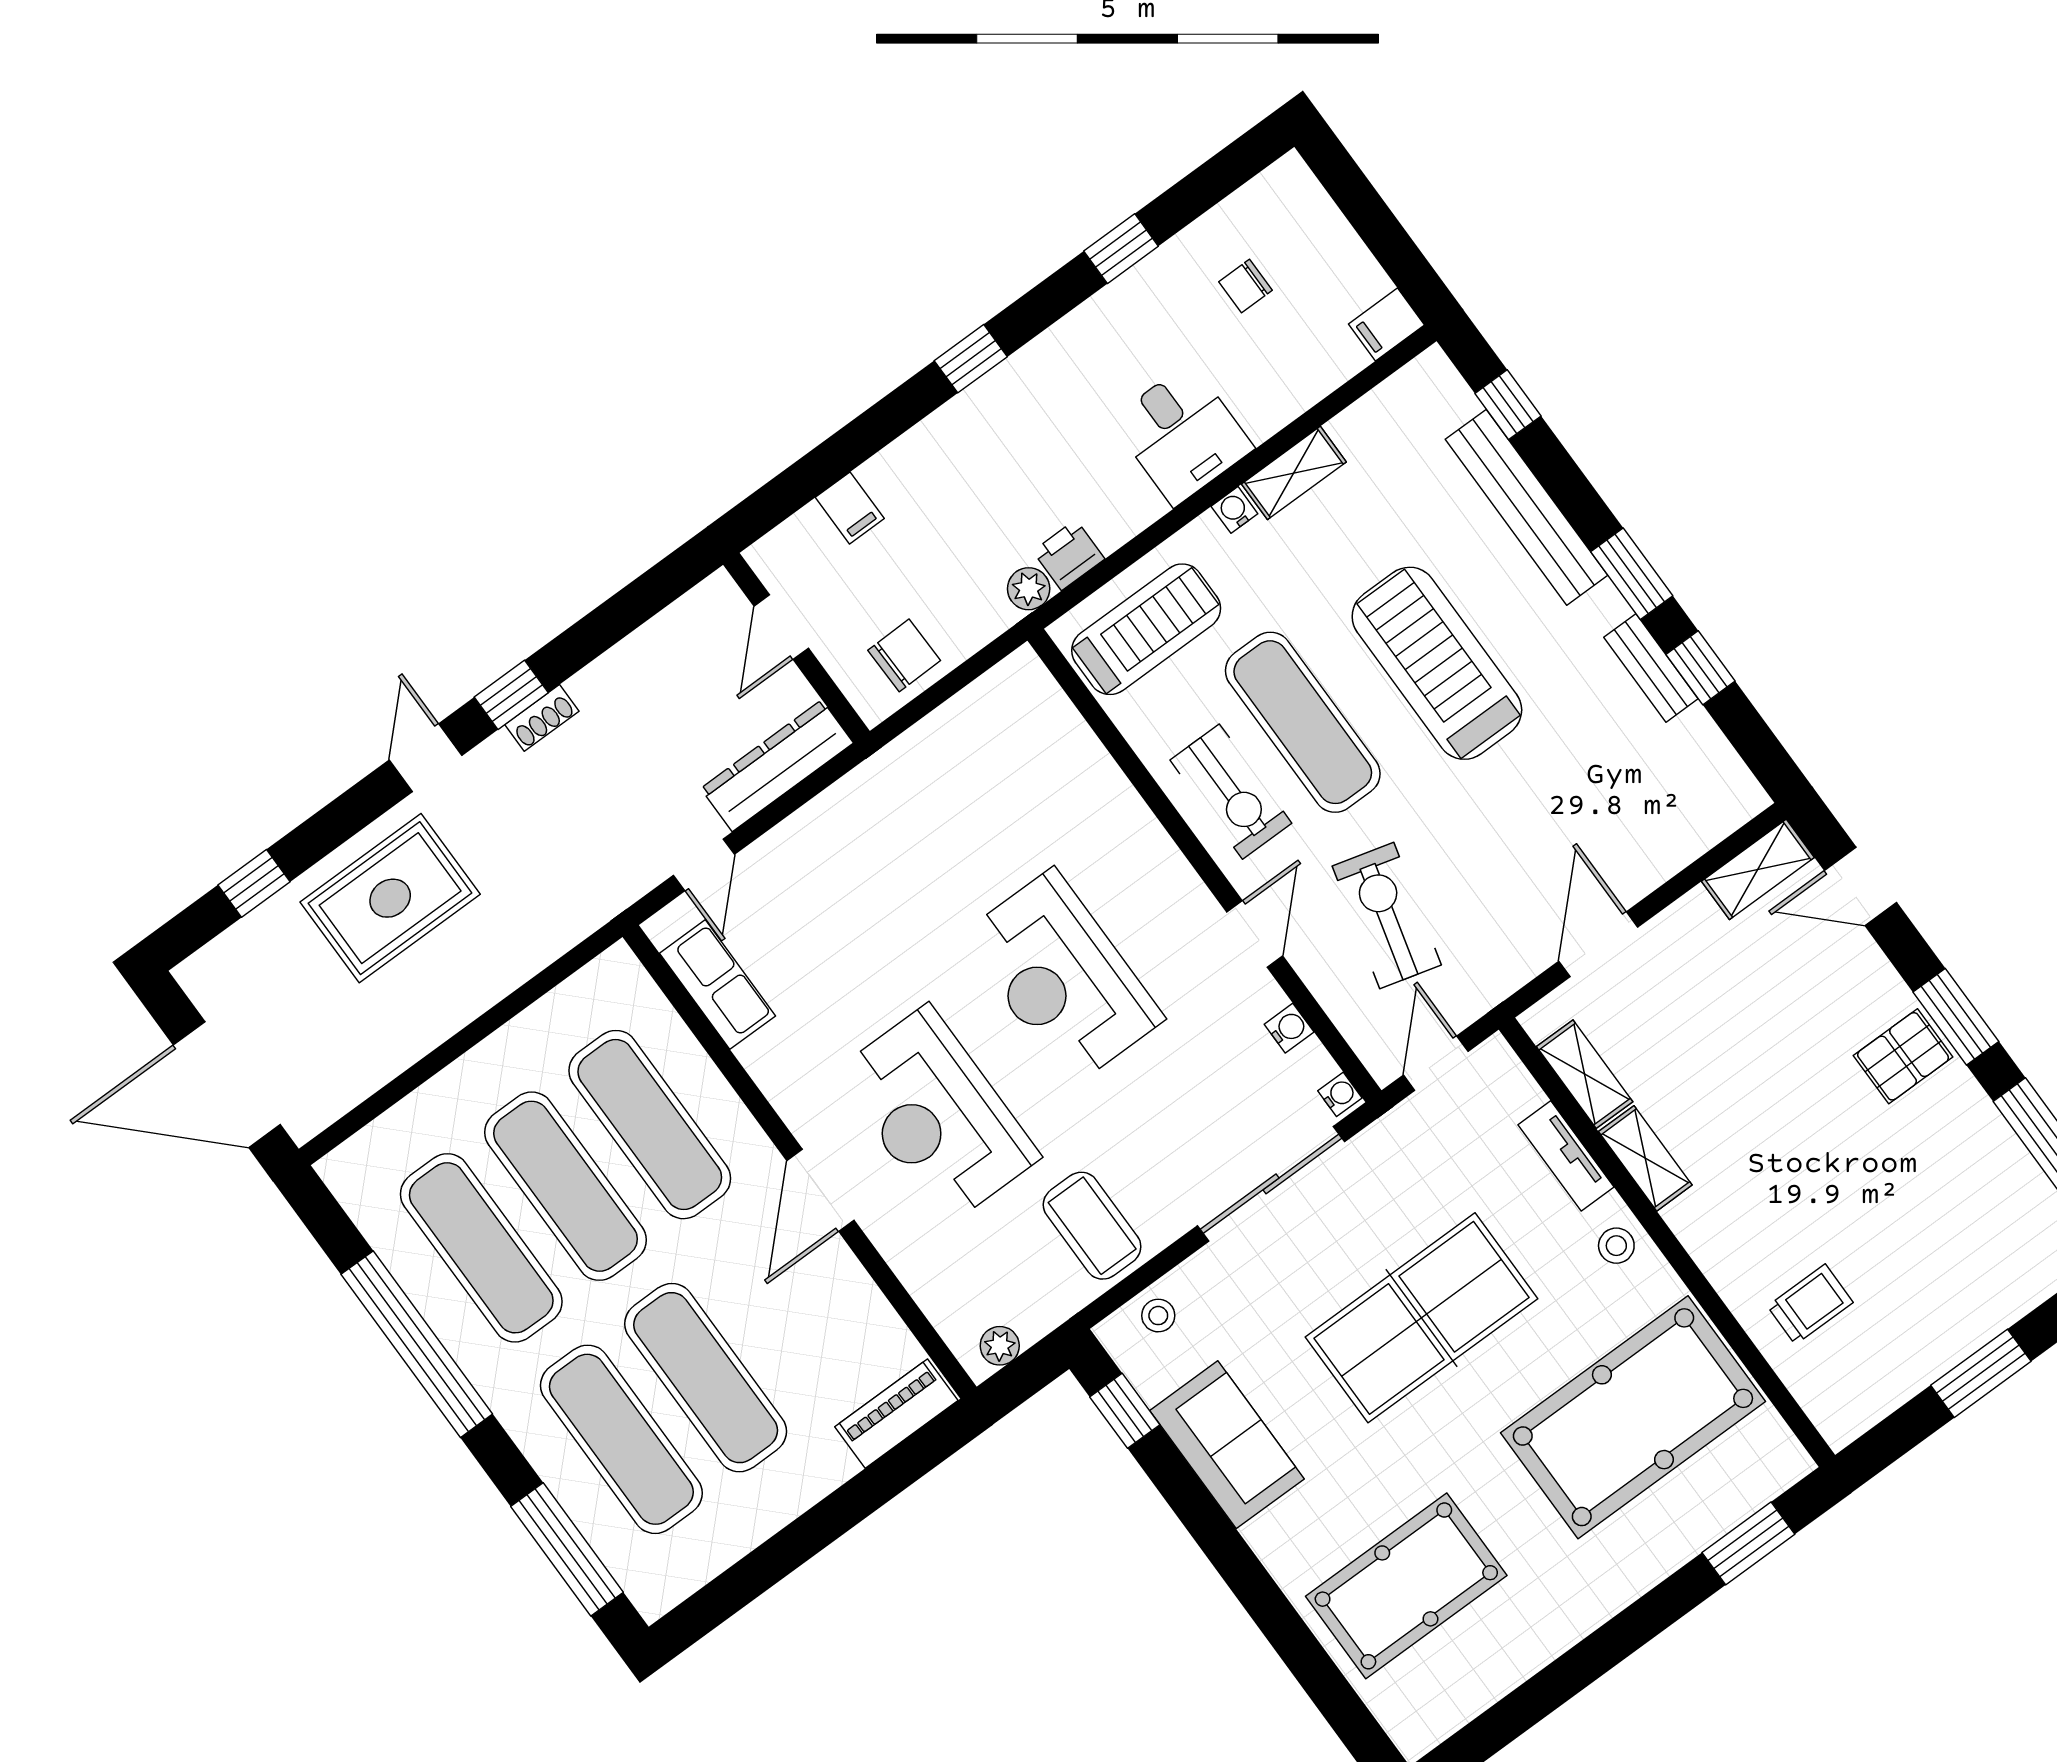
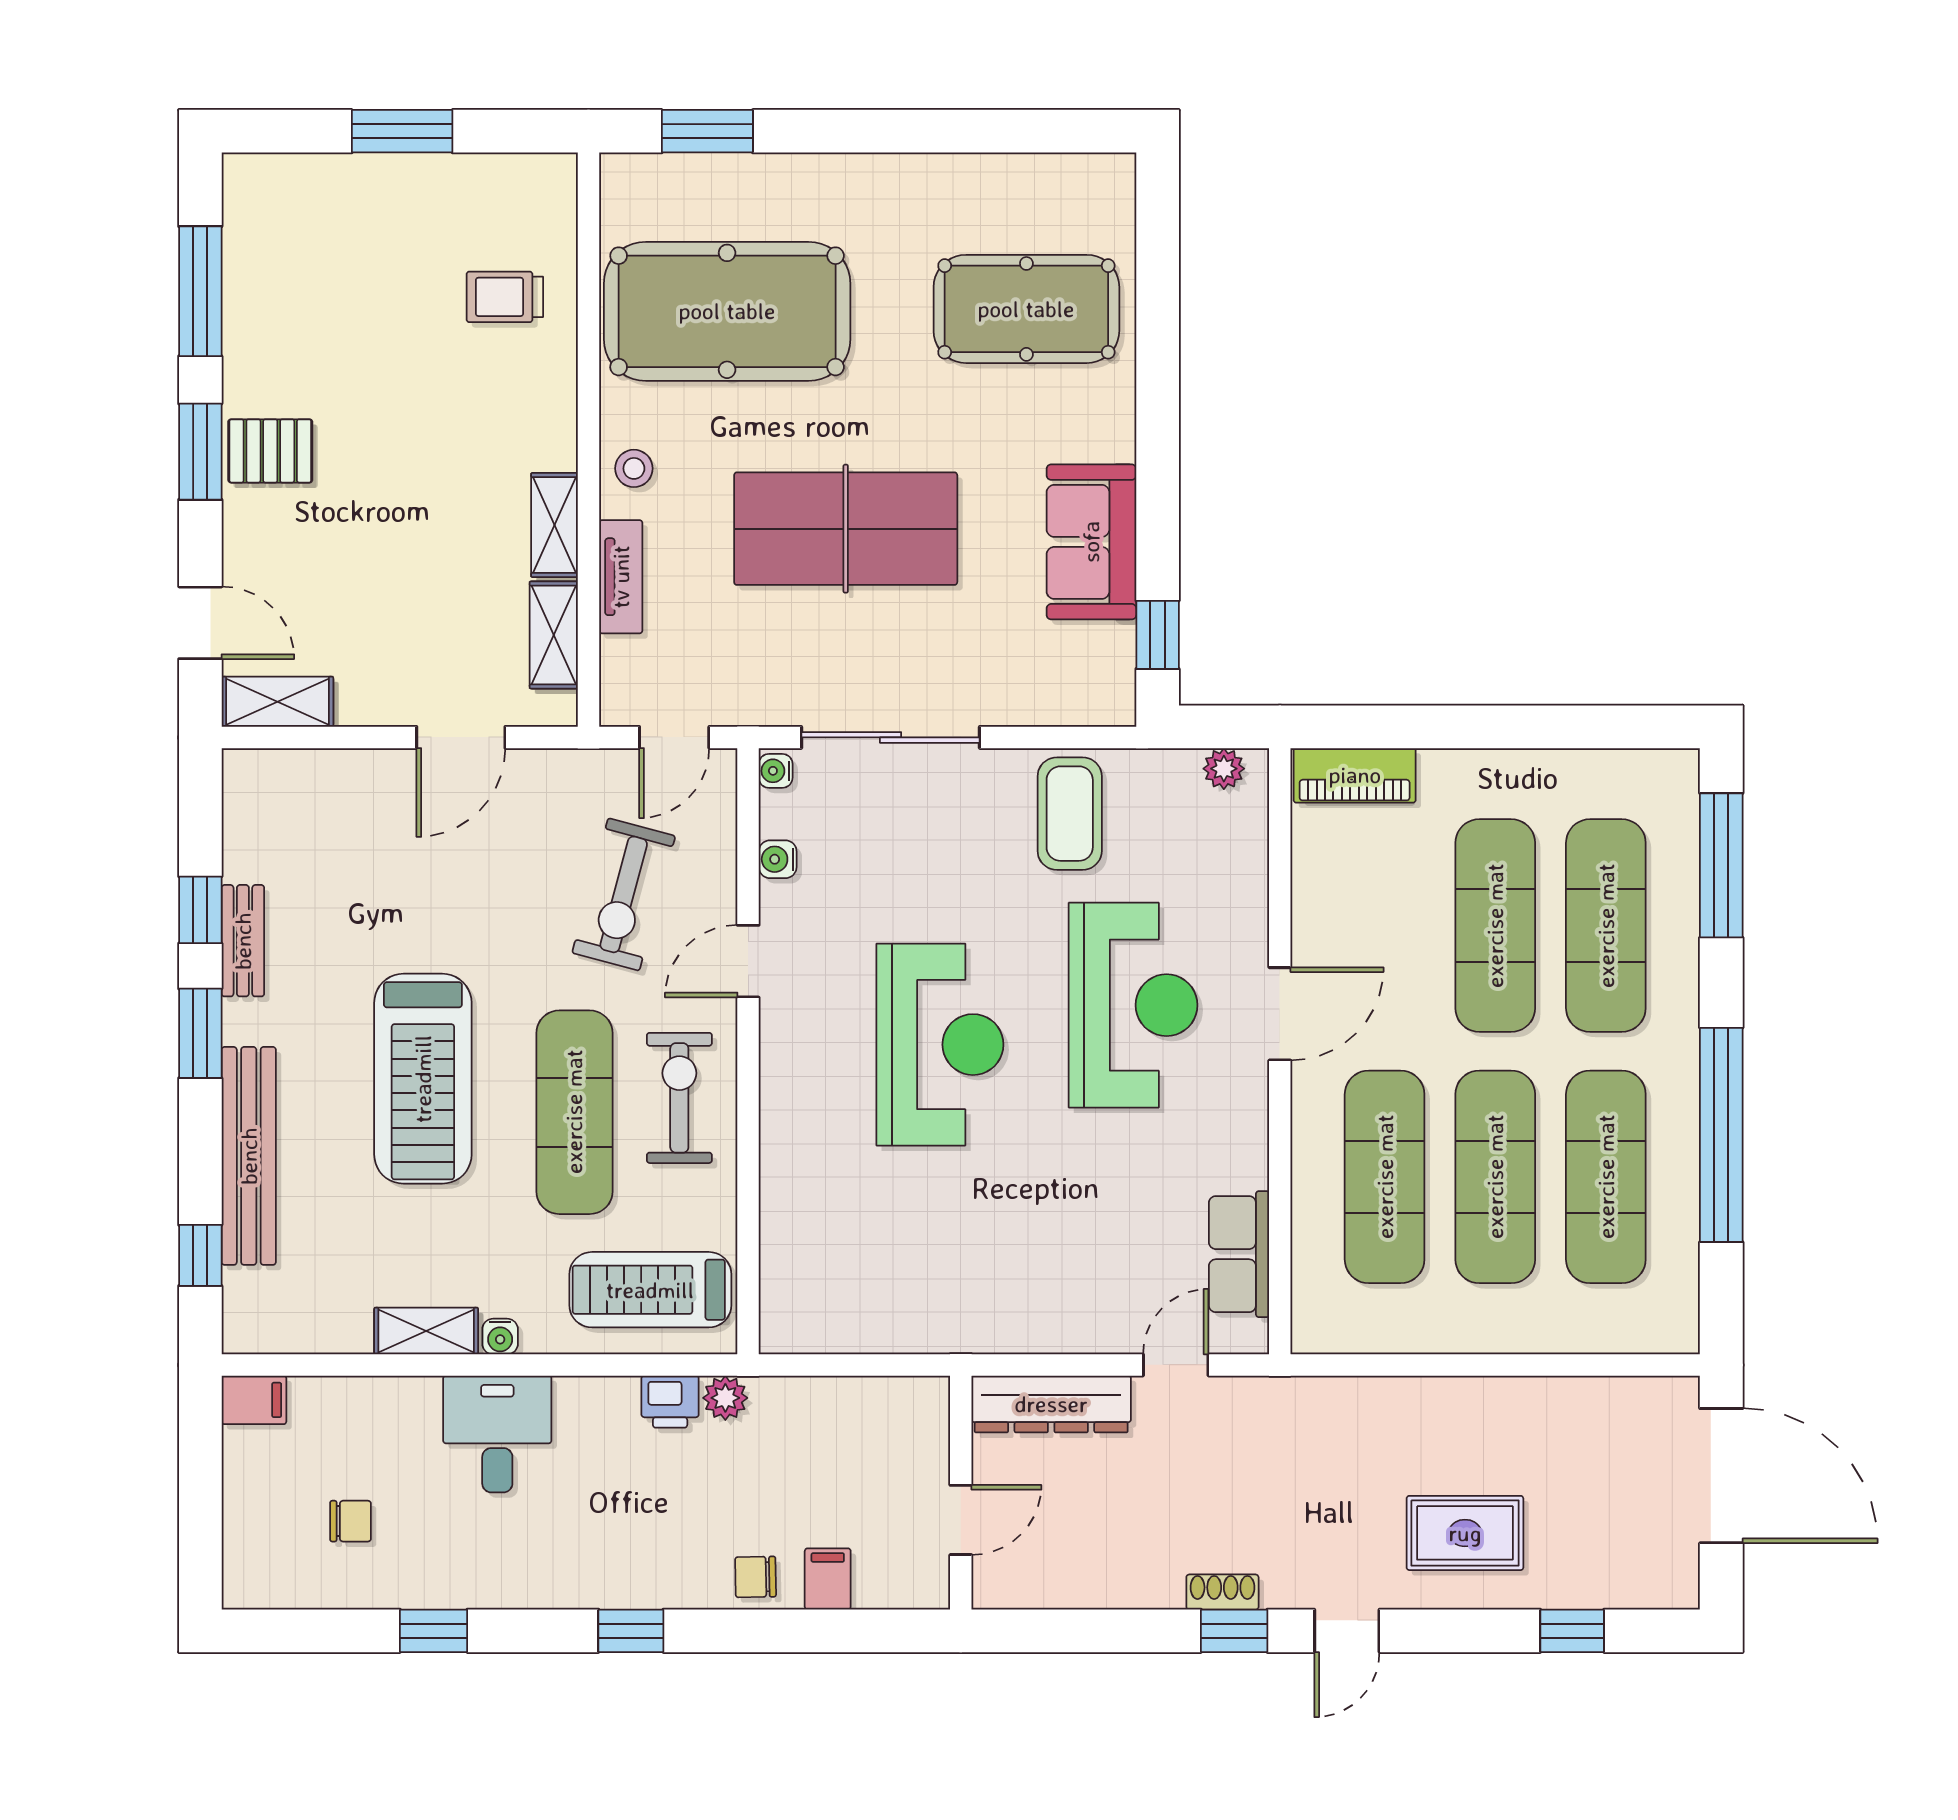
chair: (904, 655) -> (756, 1577), moved, width x0.73, depth x0.73
rug: (390, 898) -> (1465, 1533), width x0.73, depth x0.70
stool: (1158, 1316) -> (1069, 695), removed

